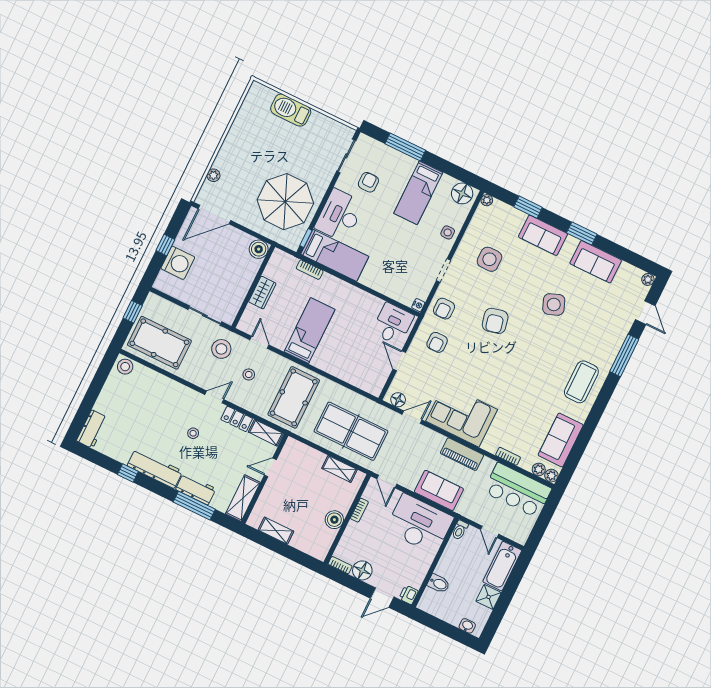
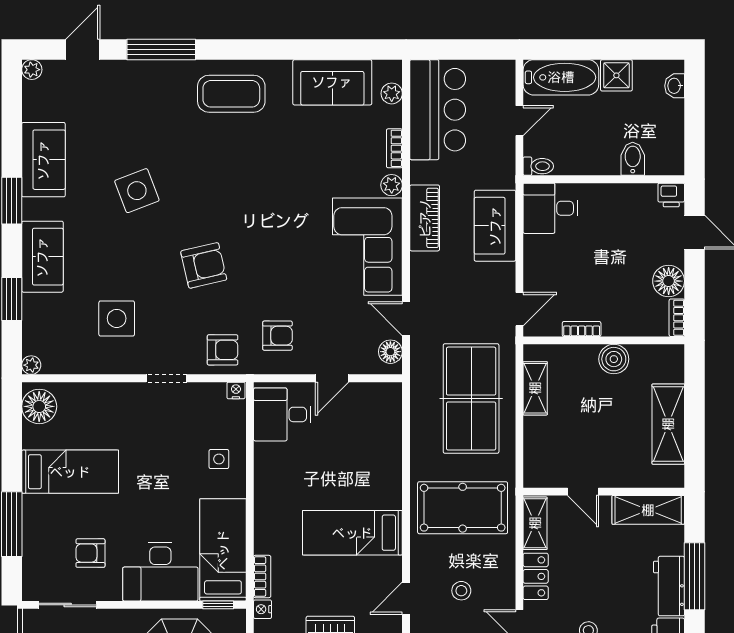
side table: (448, 232) -> (219, 459), moved
nightstand: (292, 261) -> (262, 609), added
plant: (551, 476) -> (392, 185), moved
desk: (419, 524) -> (550, 208), width x0.53, depth x0.77
shelving: (276, 531) -> (668, 424), width x1.50, depth x1.33

